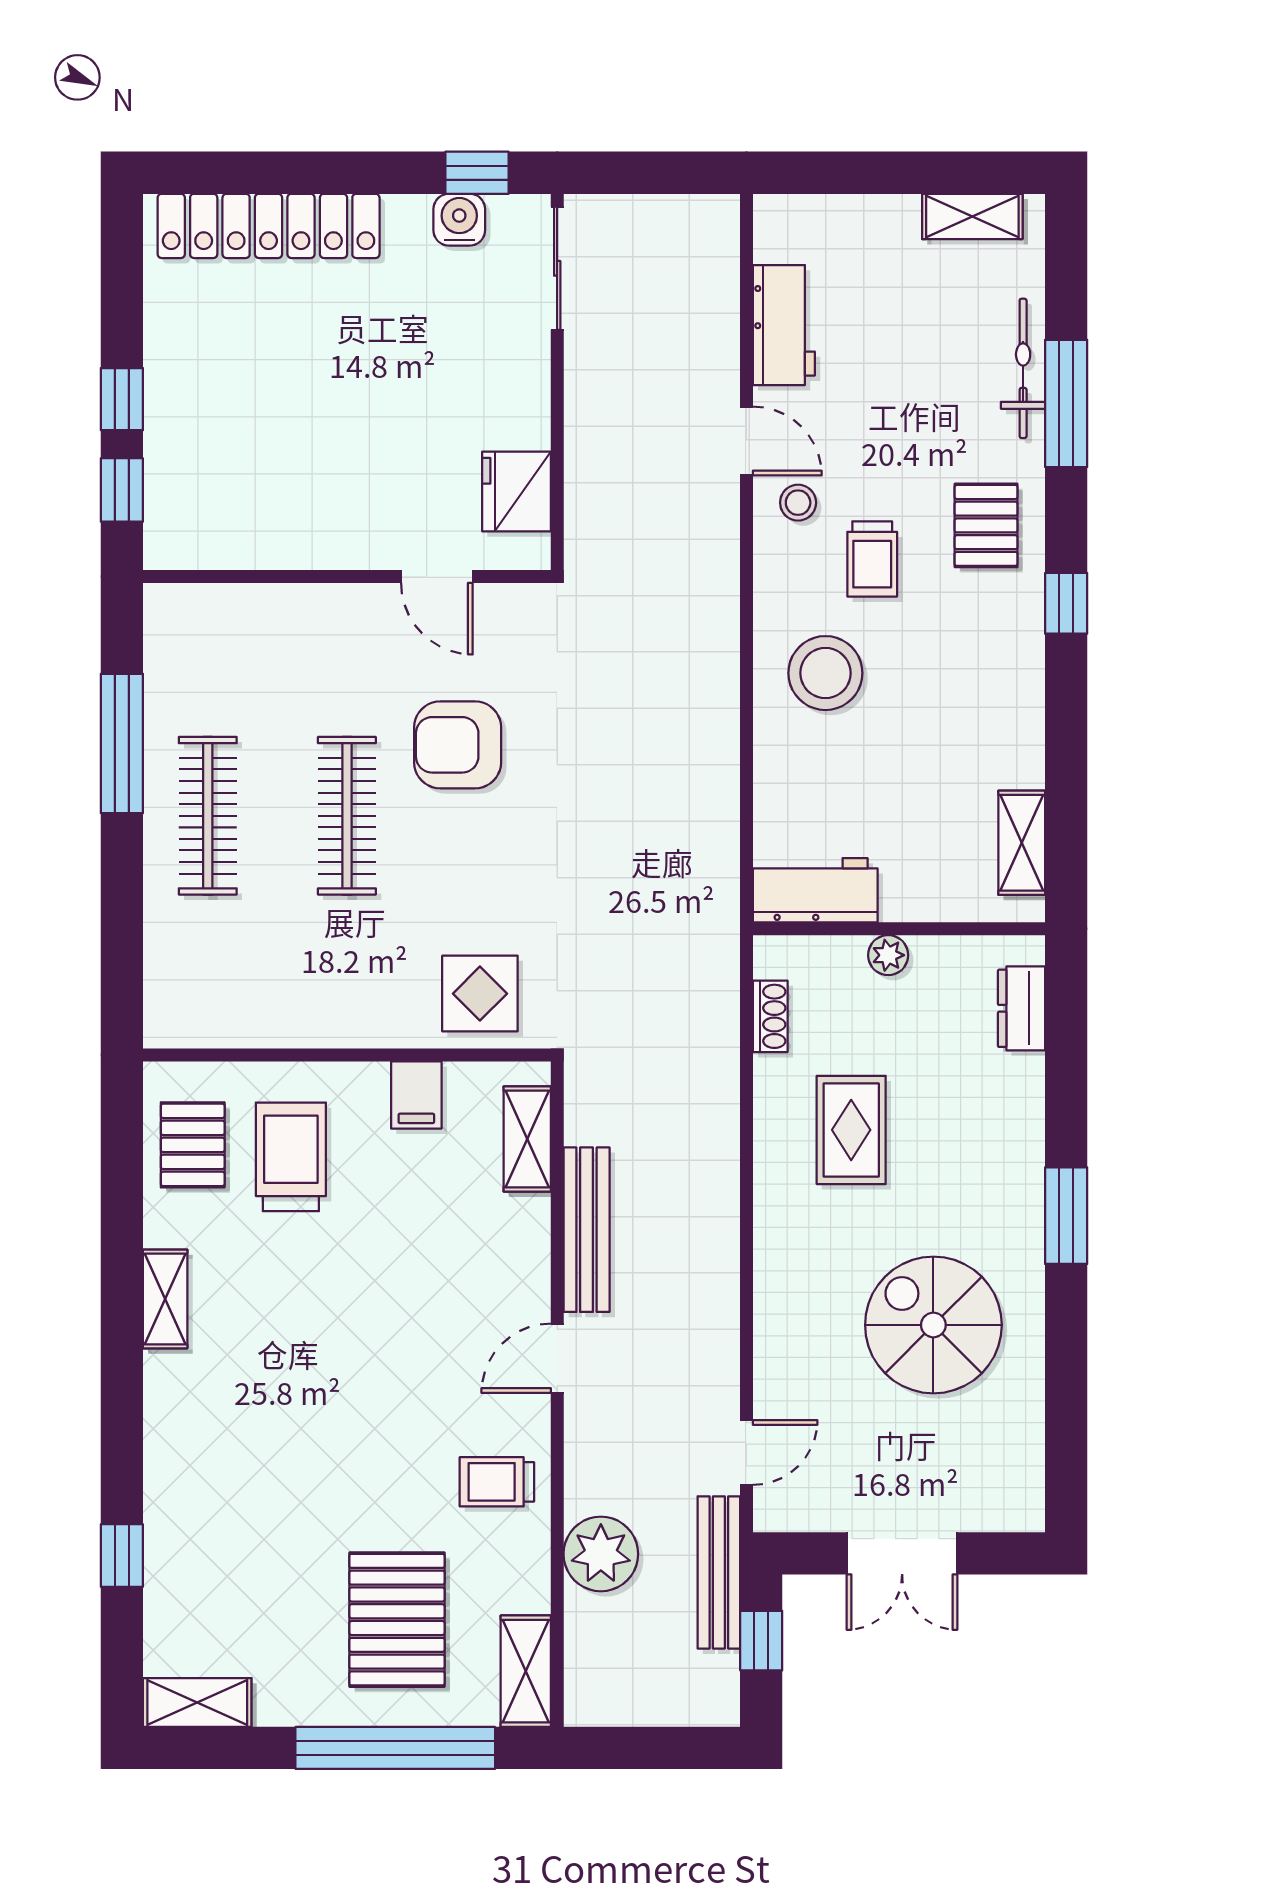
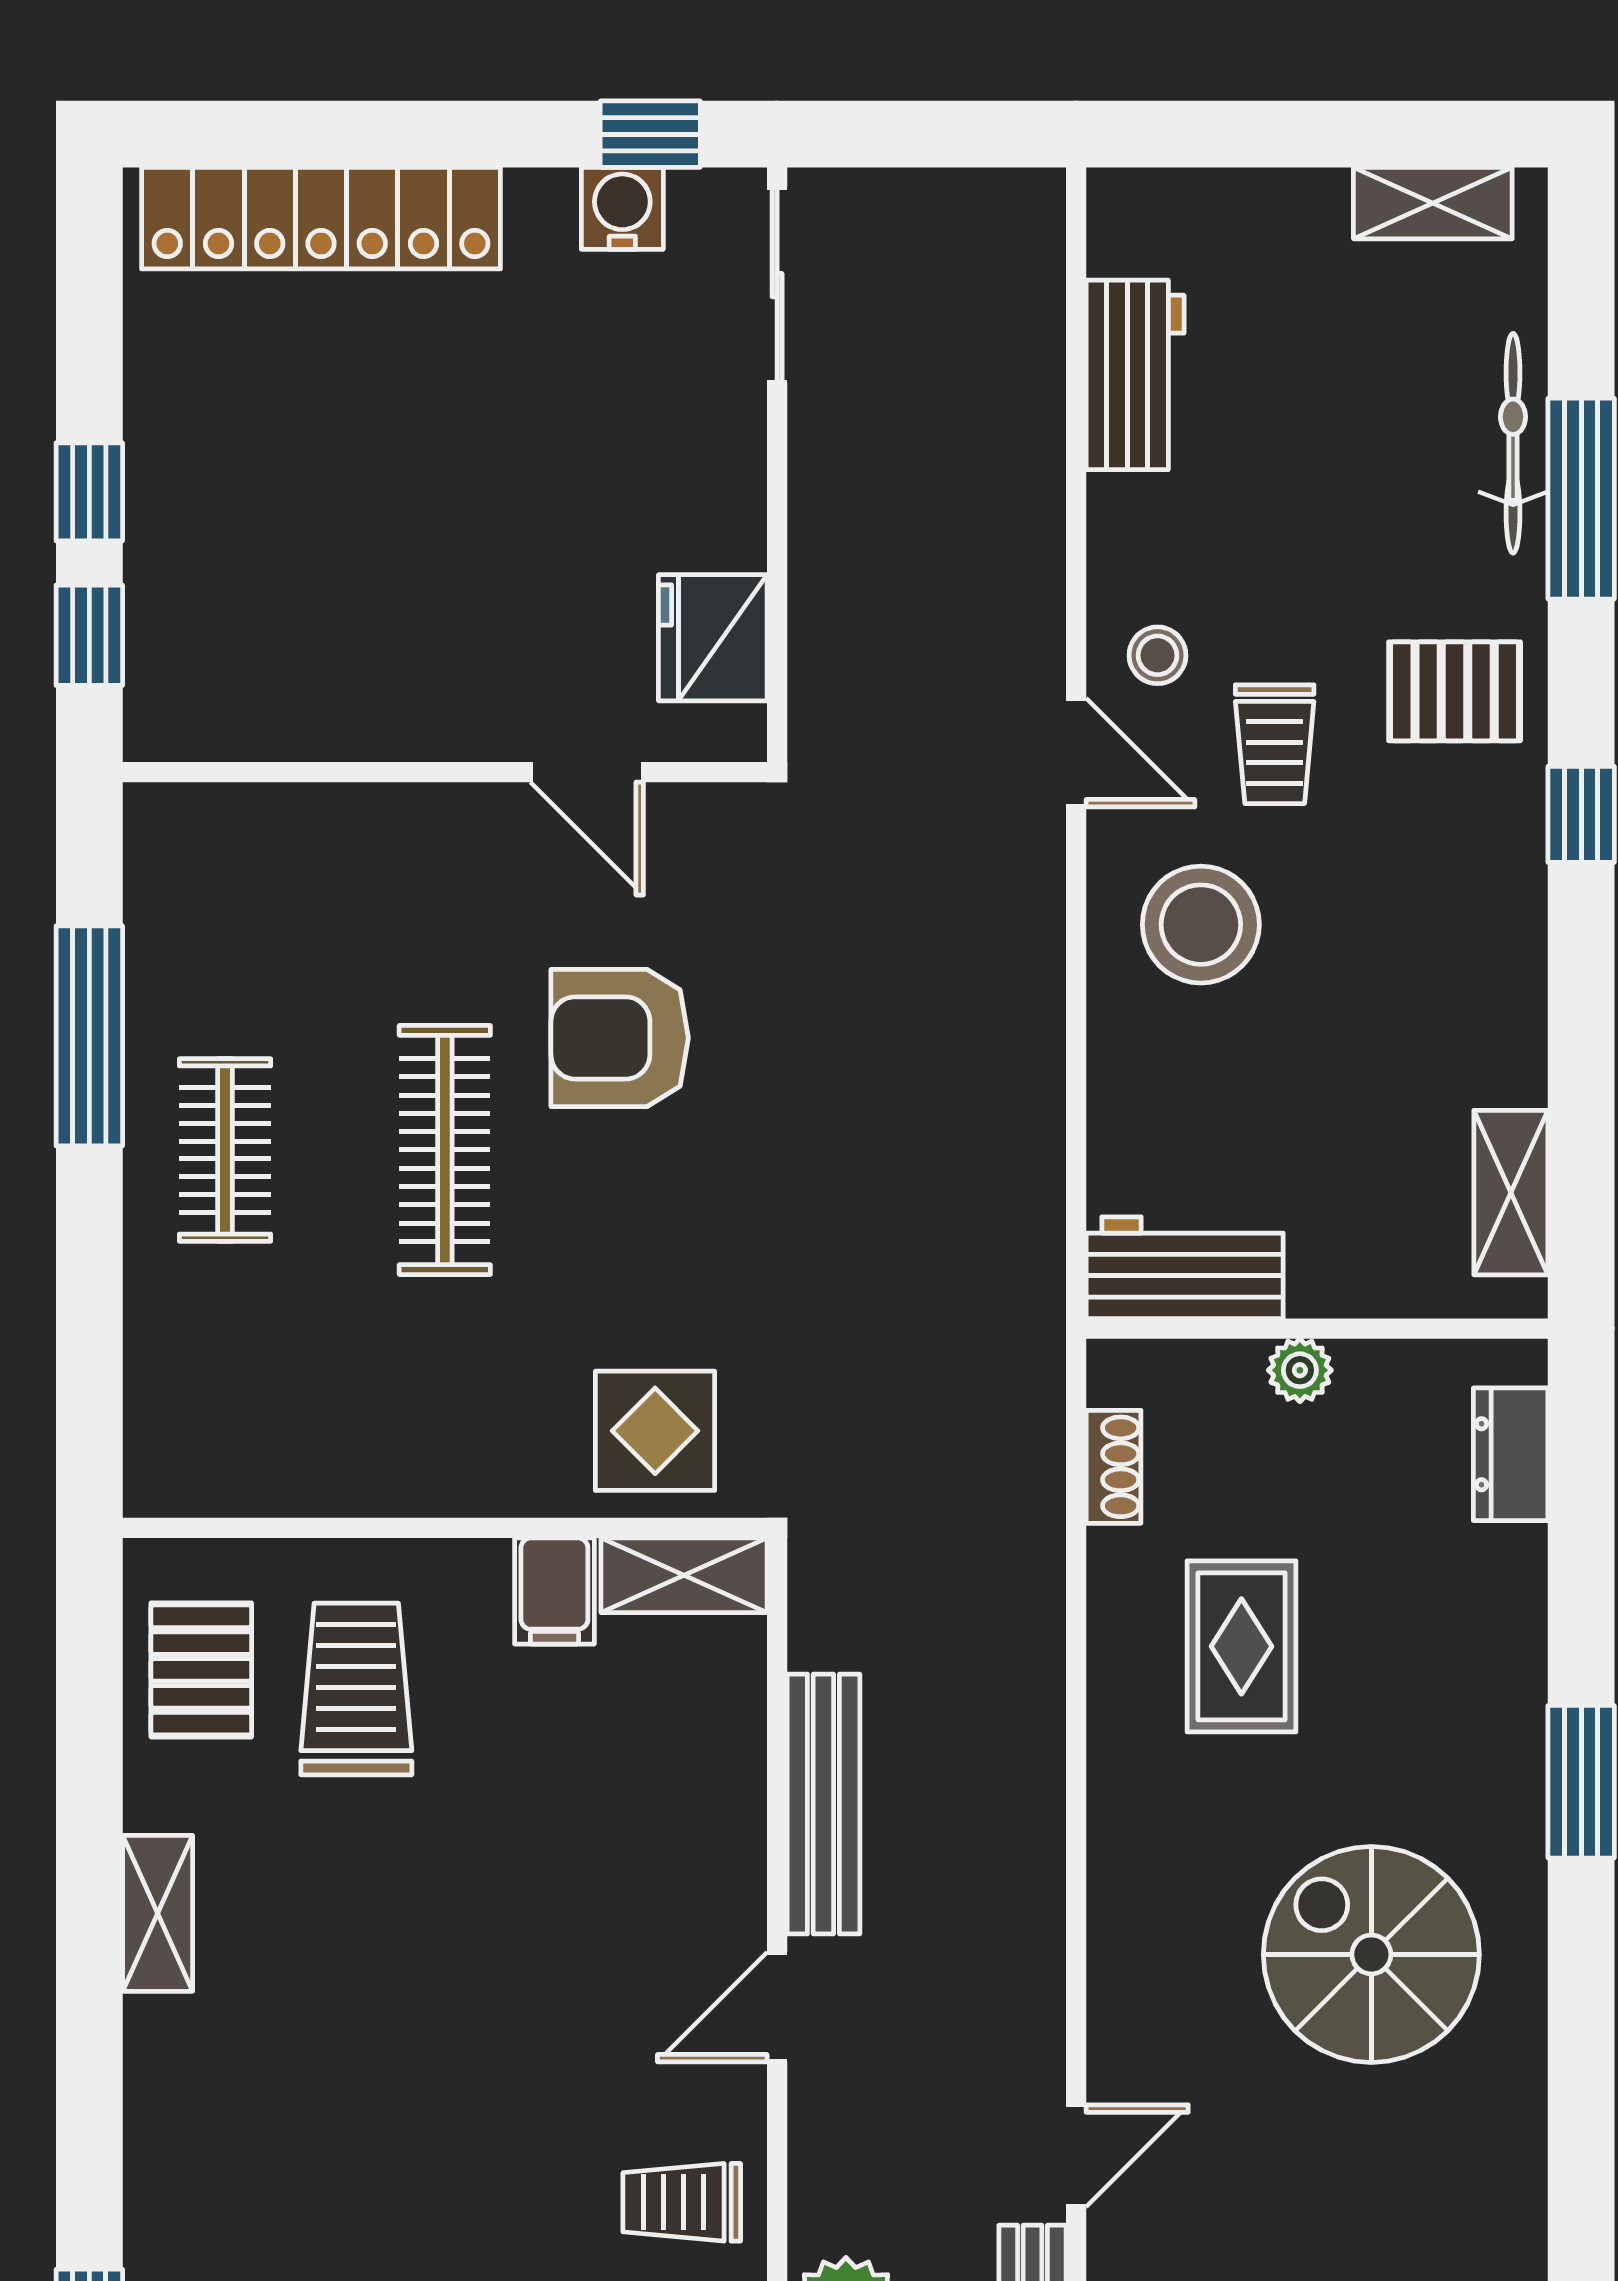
door: (746, 441) -> (1076, 753), moved
pallet: (986, 525) -> (1455, 691), turned 90
clothes rail: (208, 816) -> (225, 1150), width x0.73
shelving: (527, 1139) -> (684, 1575), moved, turned 90

